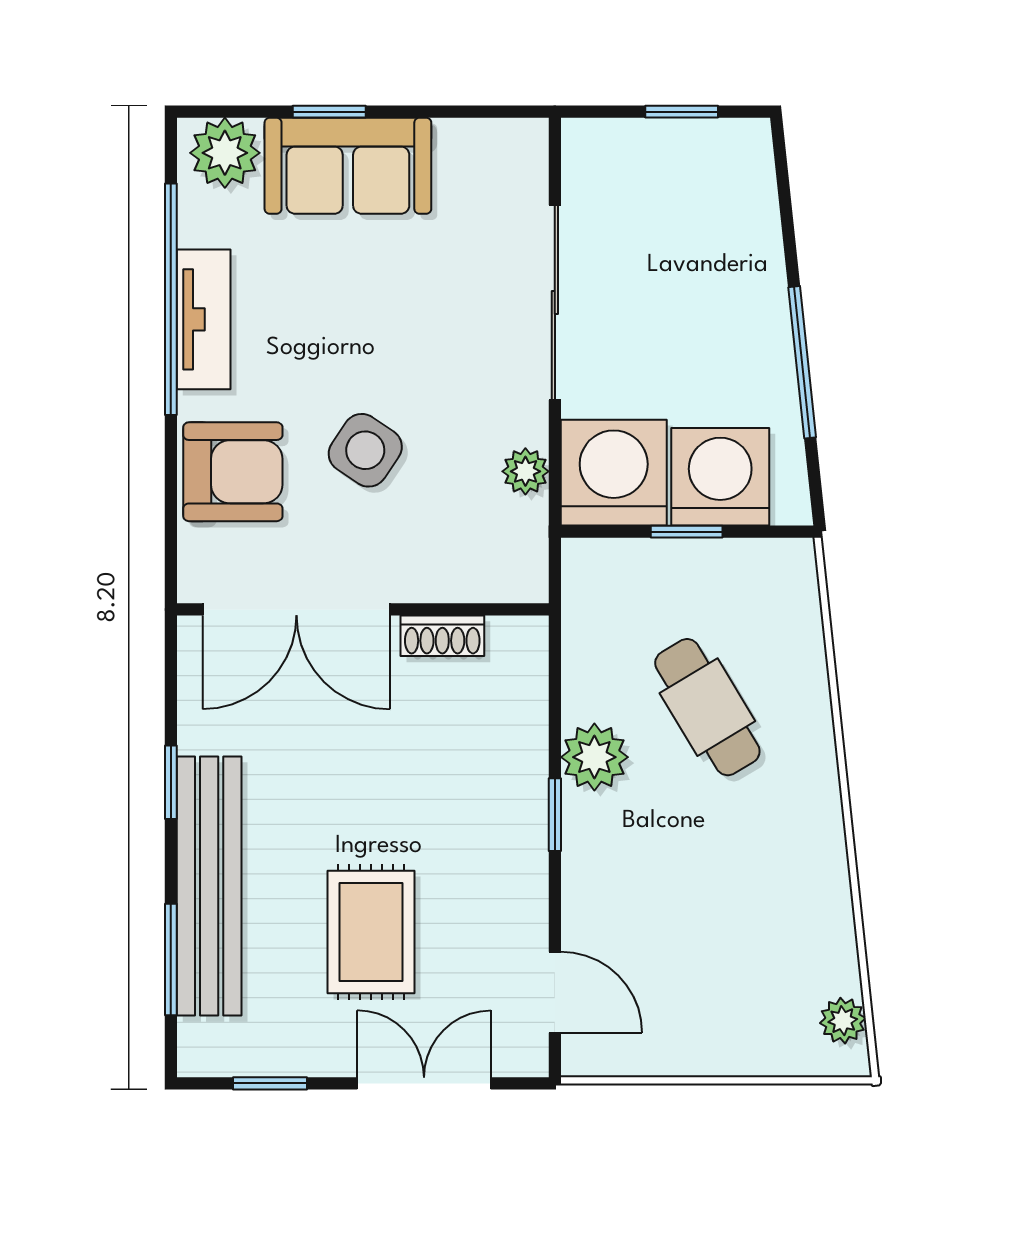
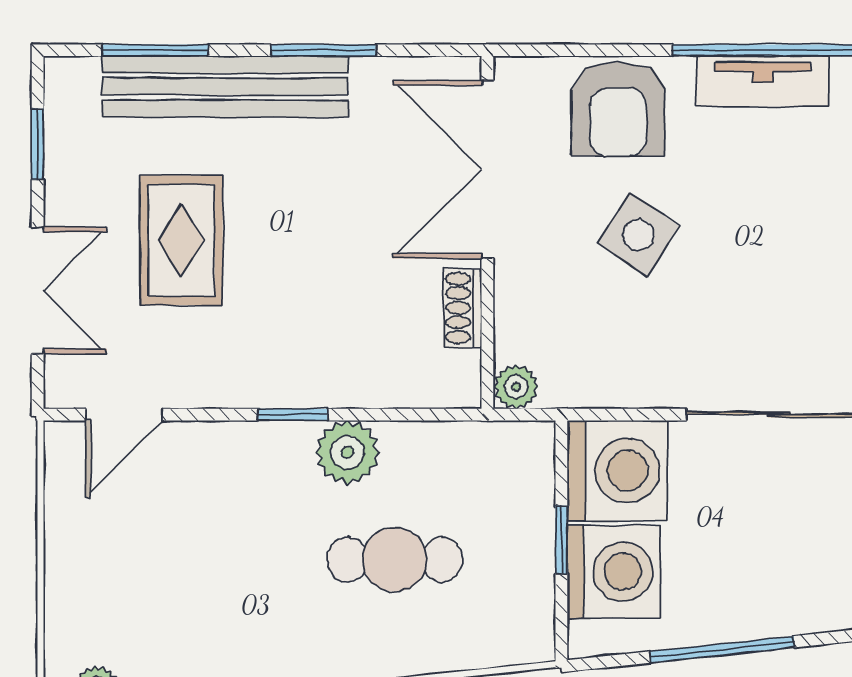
plant: (525, 471) -> (516, 387), moved
cafe table: (707, 707) -> (395, 560), turned 31
window: (171, 782) -> (323, 50), width x1.50
rug: (371, 932) -> (181, 240), turned 90

